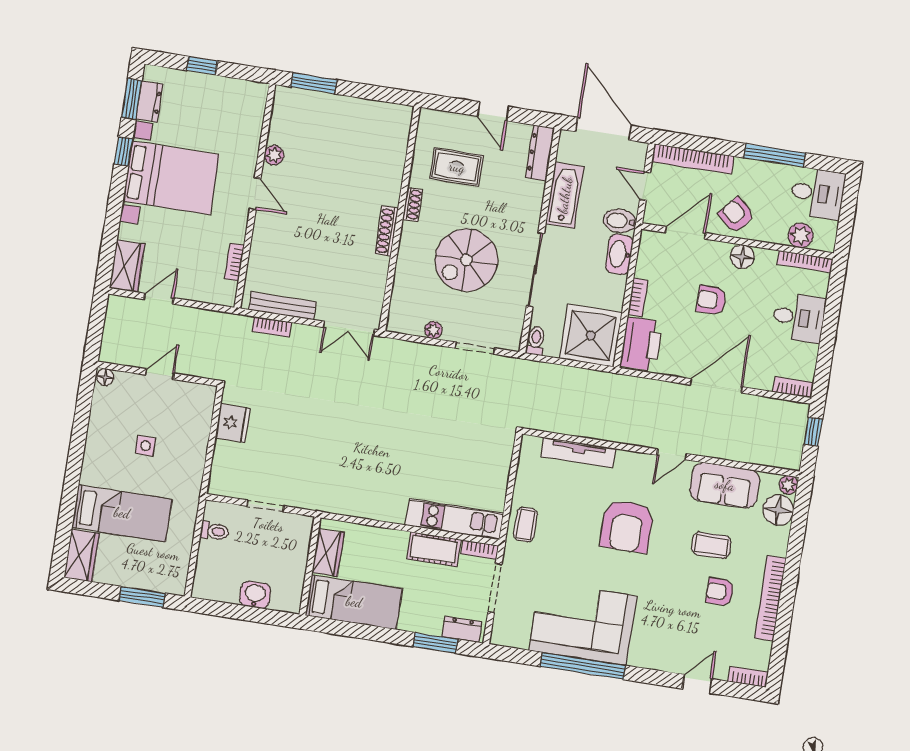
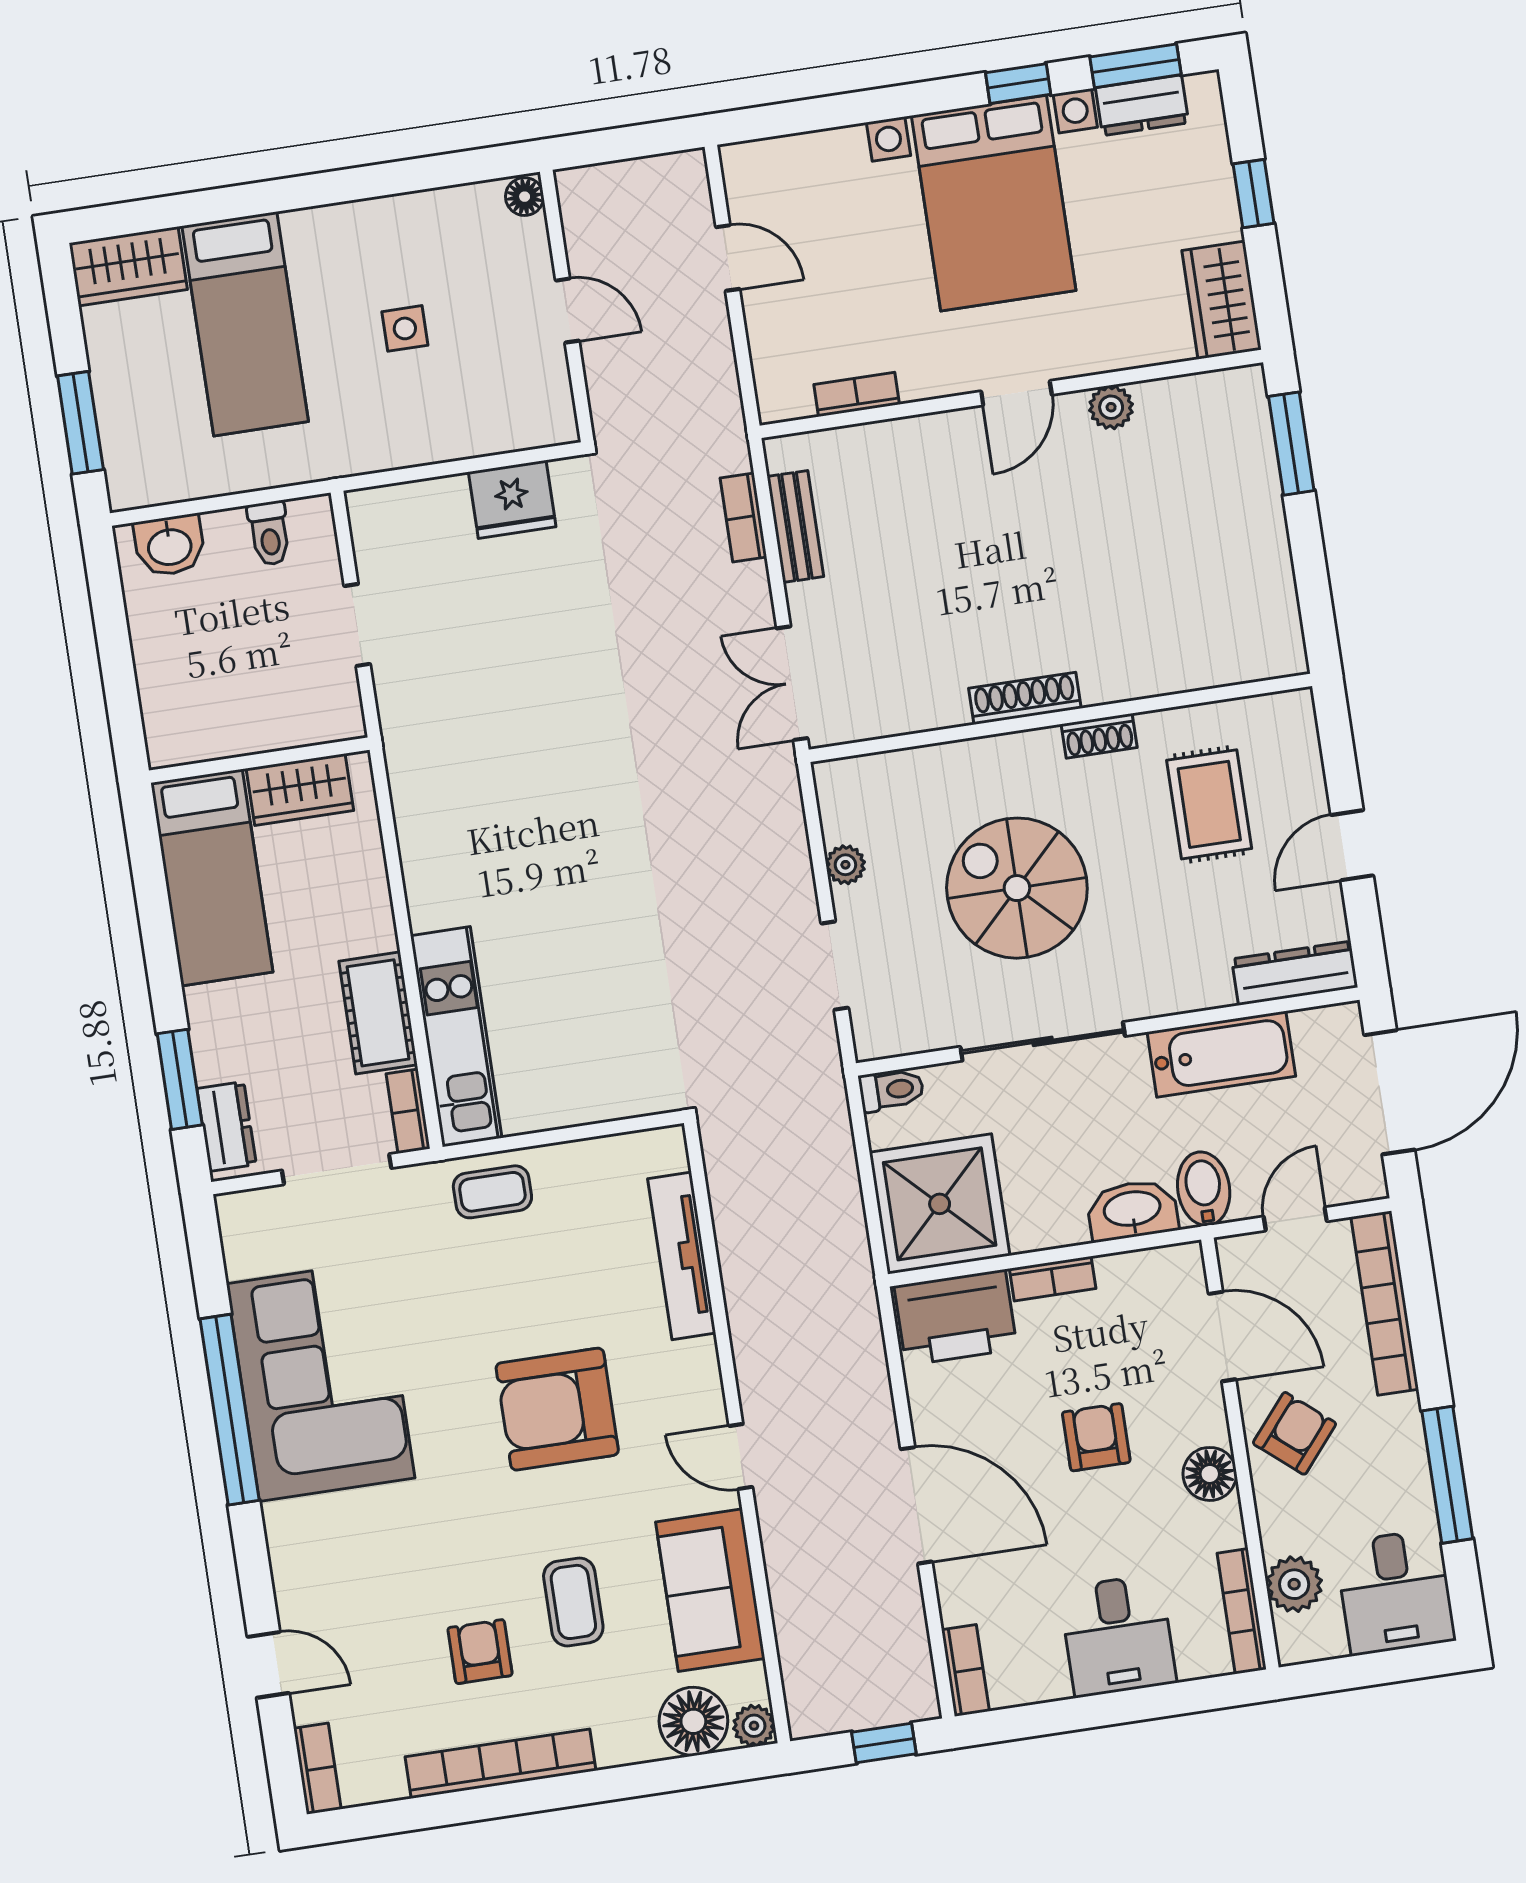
wardrobe: (127, 266) -> (1222, 300), moved, turned 90
bench: (282, 306) -> (795, 527), width x0.73
washbasin: (255, 595) -> (170, 545), moved, turned 90

